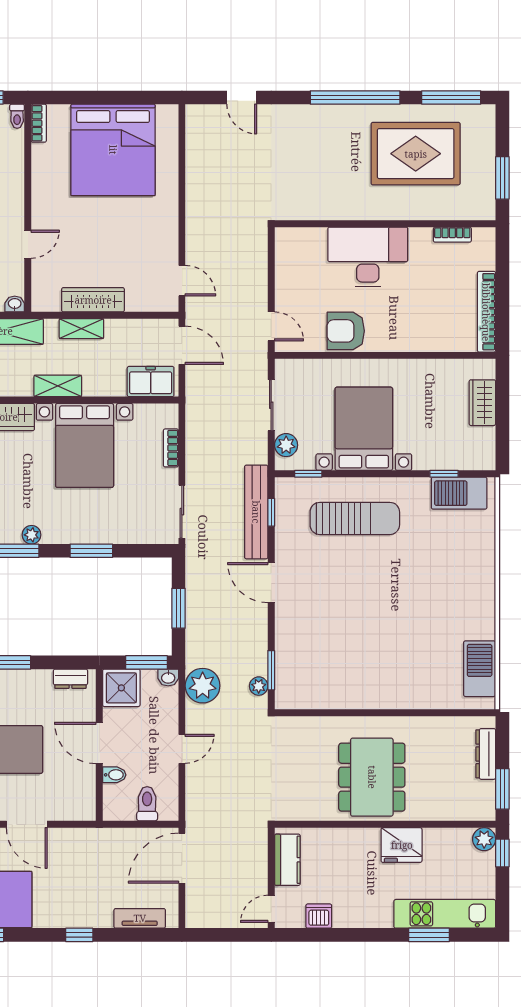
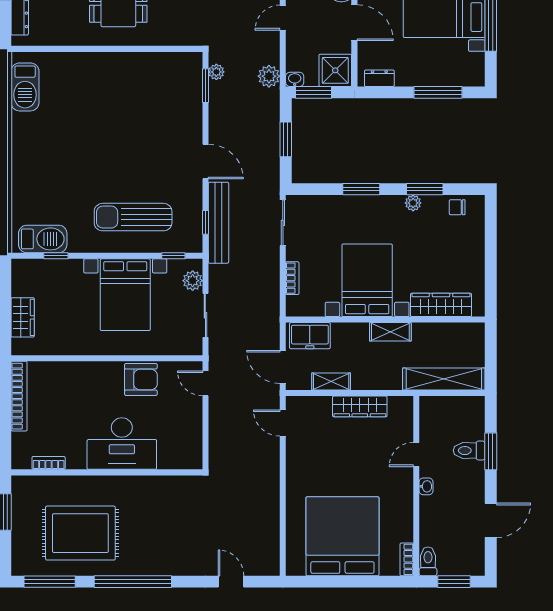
toilet: (17, 116) -> (428, 561), width x1.37, depth x1.39
washbasin: (15, 304) -> (426, 486), moved, turned -90
shelving: (81, 329) -> (331, 382), moved
plant: (203, 686) -> (269, 76), width x0.73, depth x0.73

